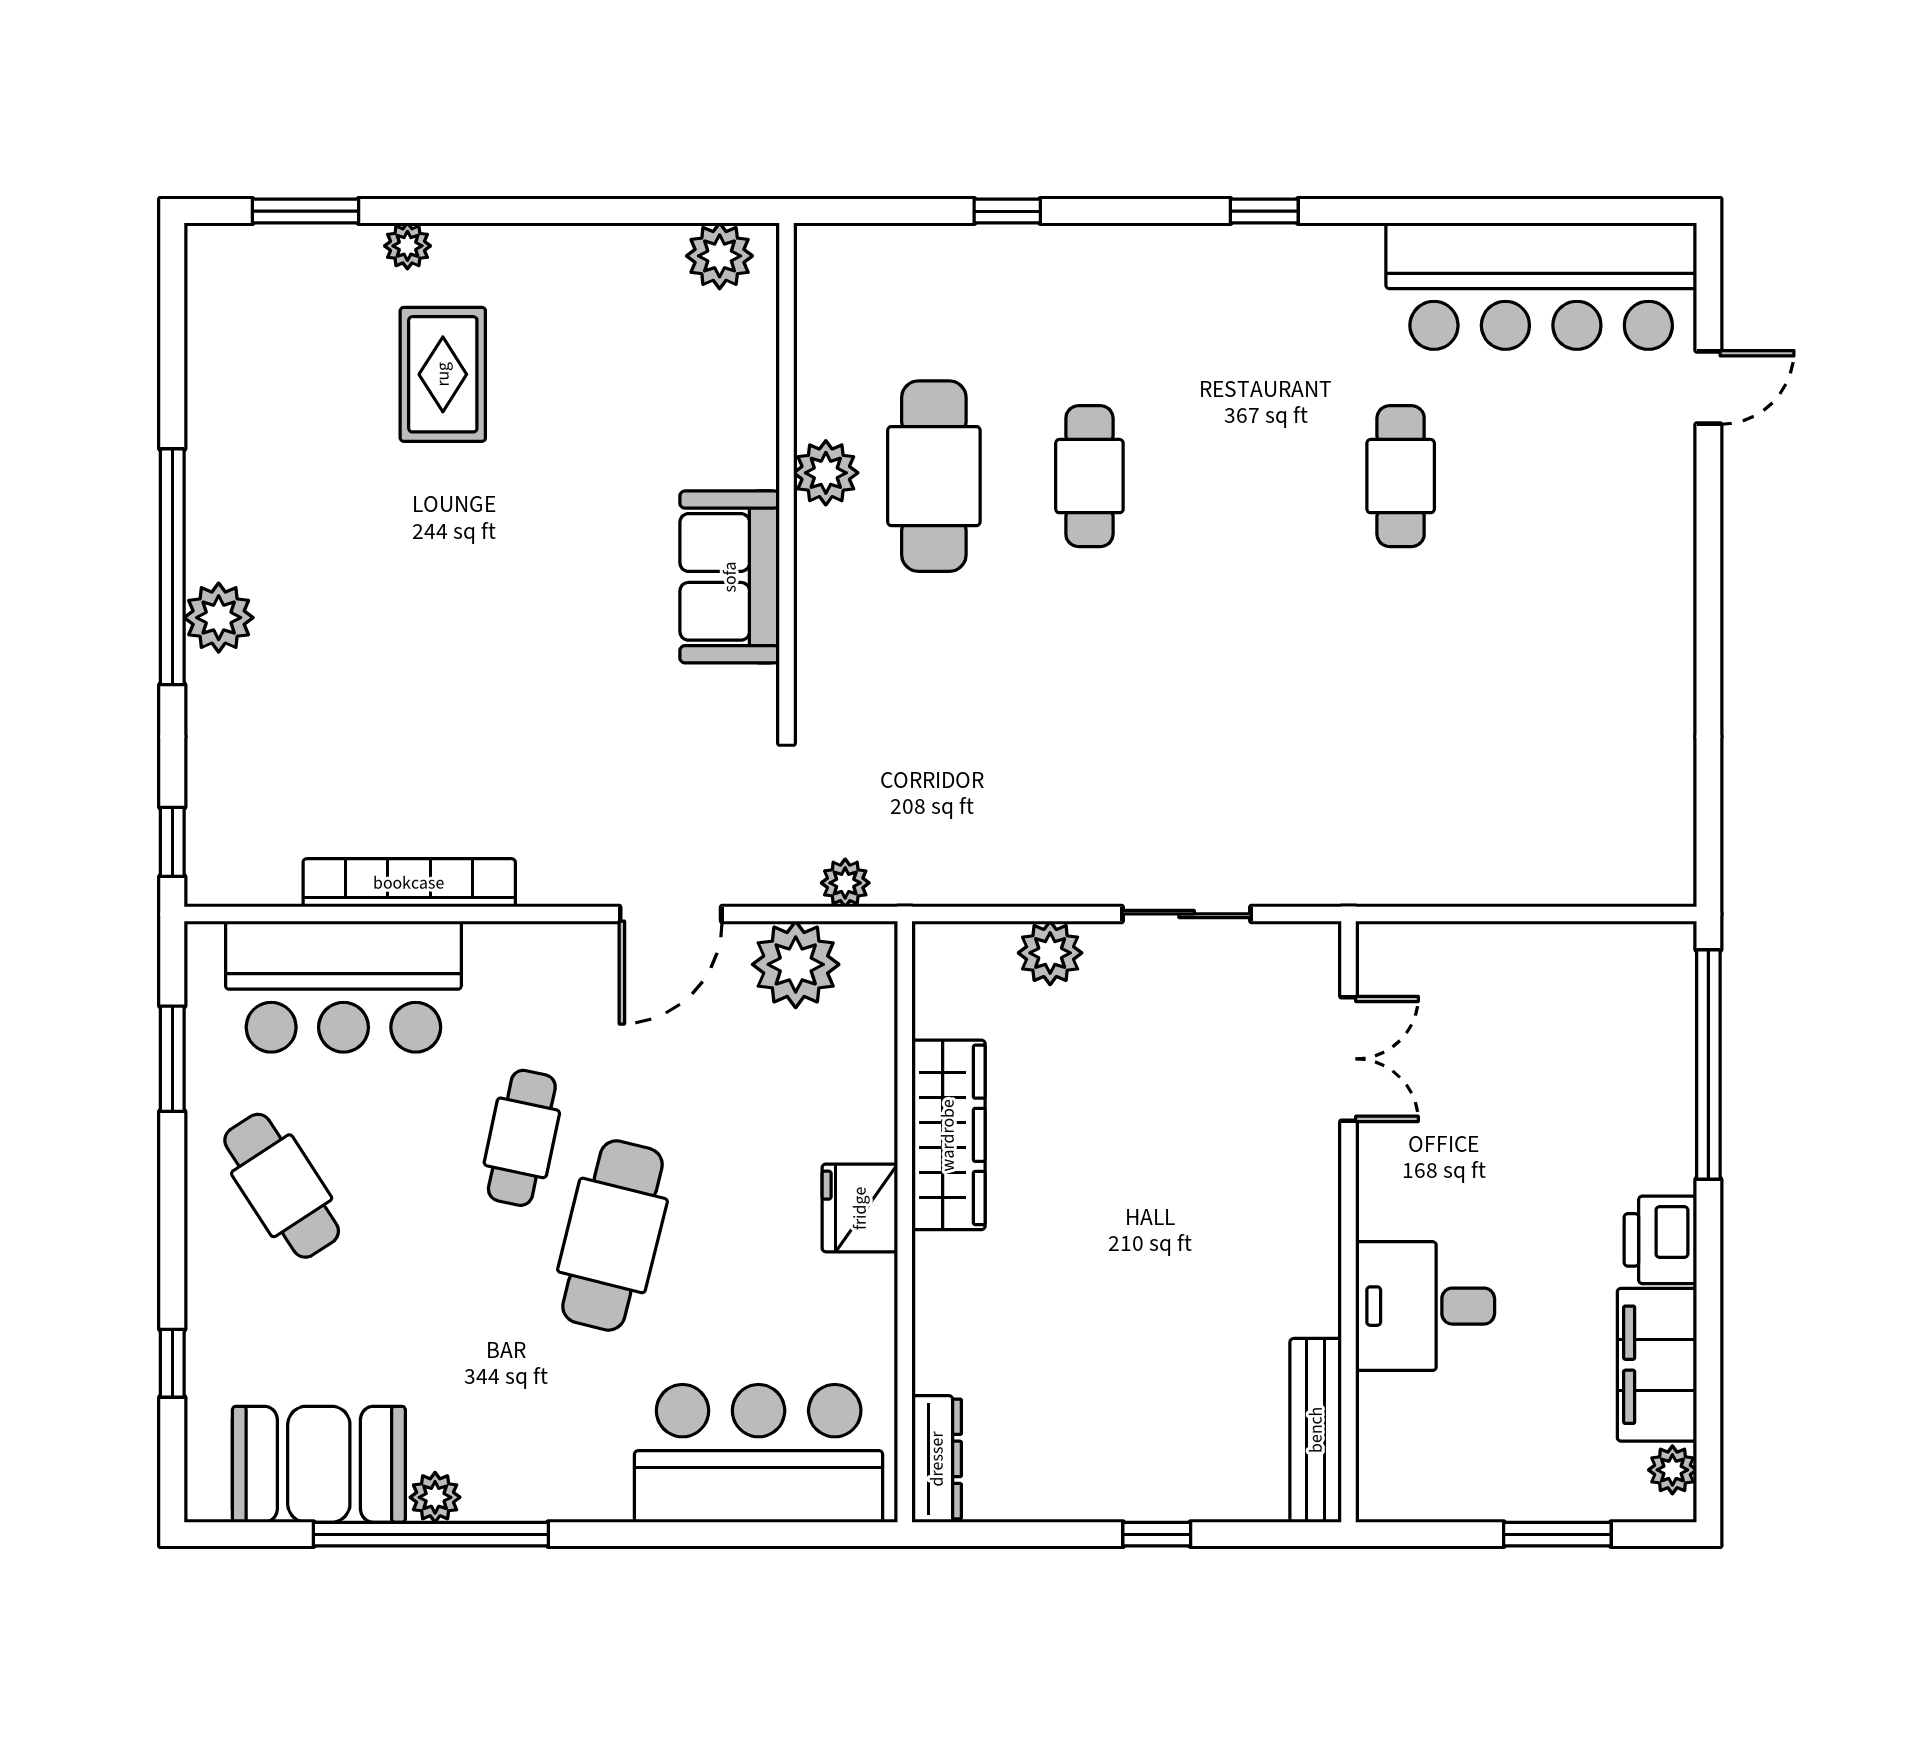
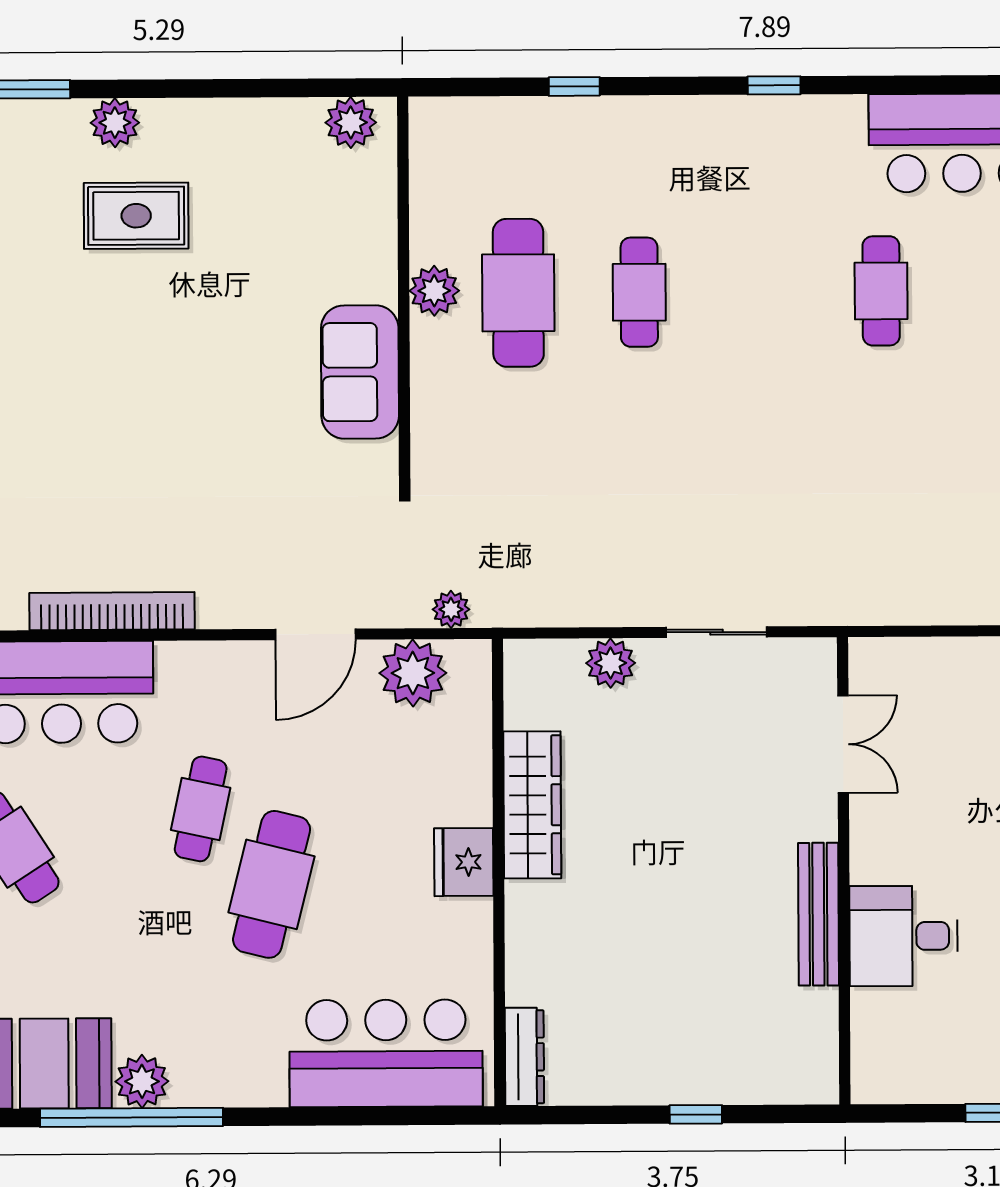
plant: (407, 246) -> (115, 123), width x1.38, depth x1.38
rug: (443, 374) -> (136, 216), turned 90
bench: (1316, 1430) -> (818, 914), moved
plant: (435, 1497) -> (142, 1081), width x1.38, depth x1.38

